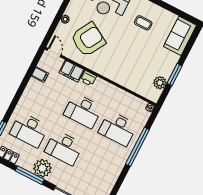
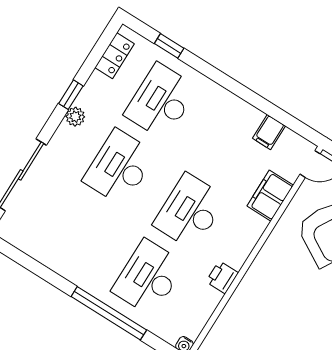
printer: (88, 78) -> (222, 277), moved
plant: (42, 168) -> (75, 117), width x0.53, depth x0.53
window: (30, 175) -> (71, 95), width x0.46

